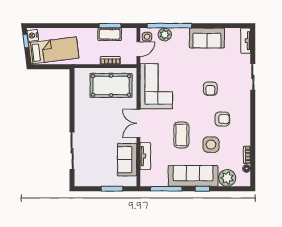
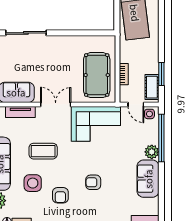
cot: (110, 34) -> (152, 87), moved
plant: (165, 34) -> (152, 152), moved

